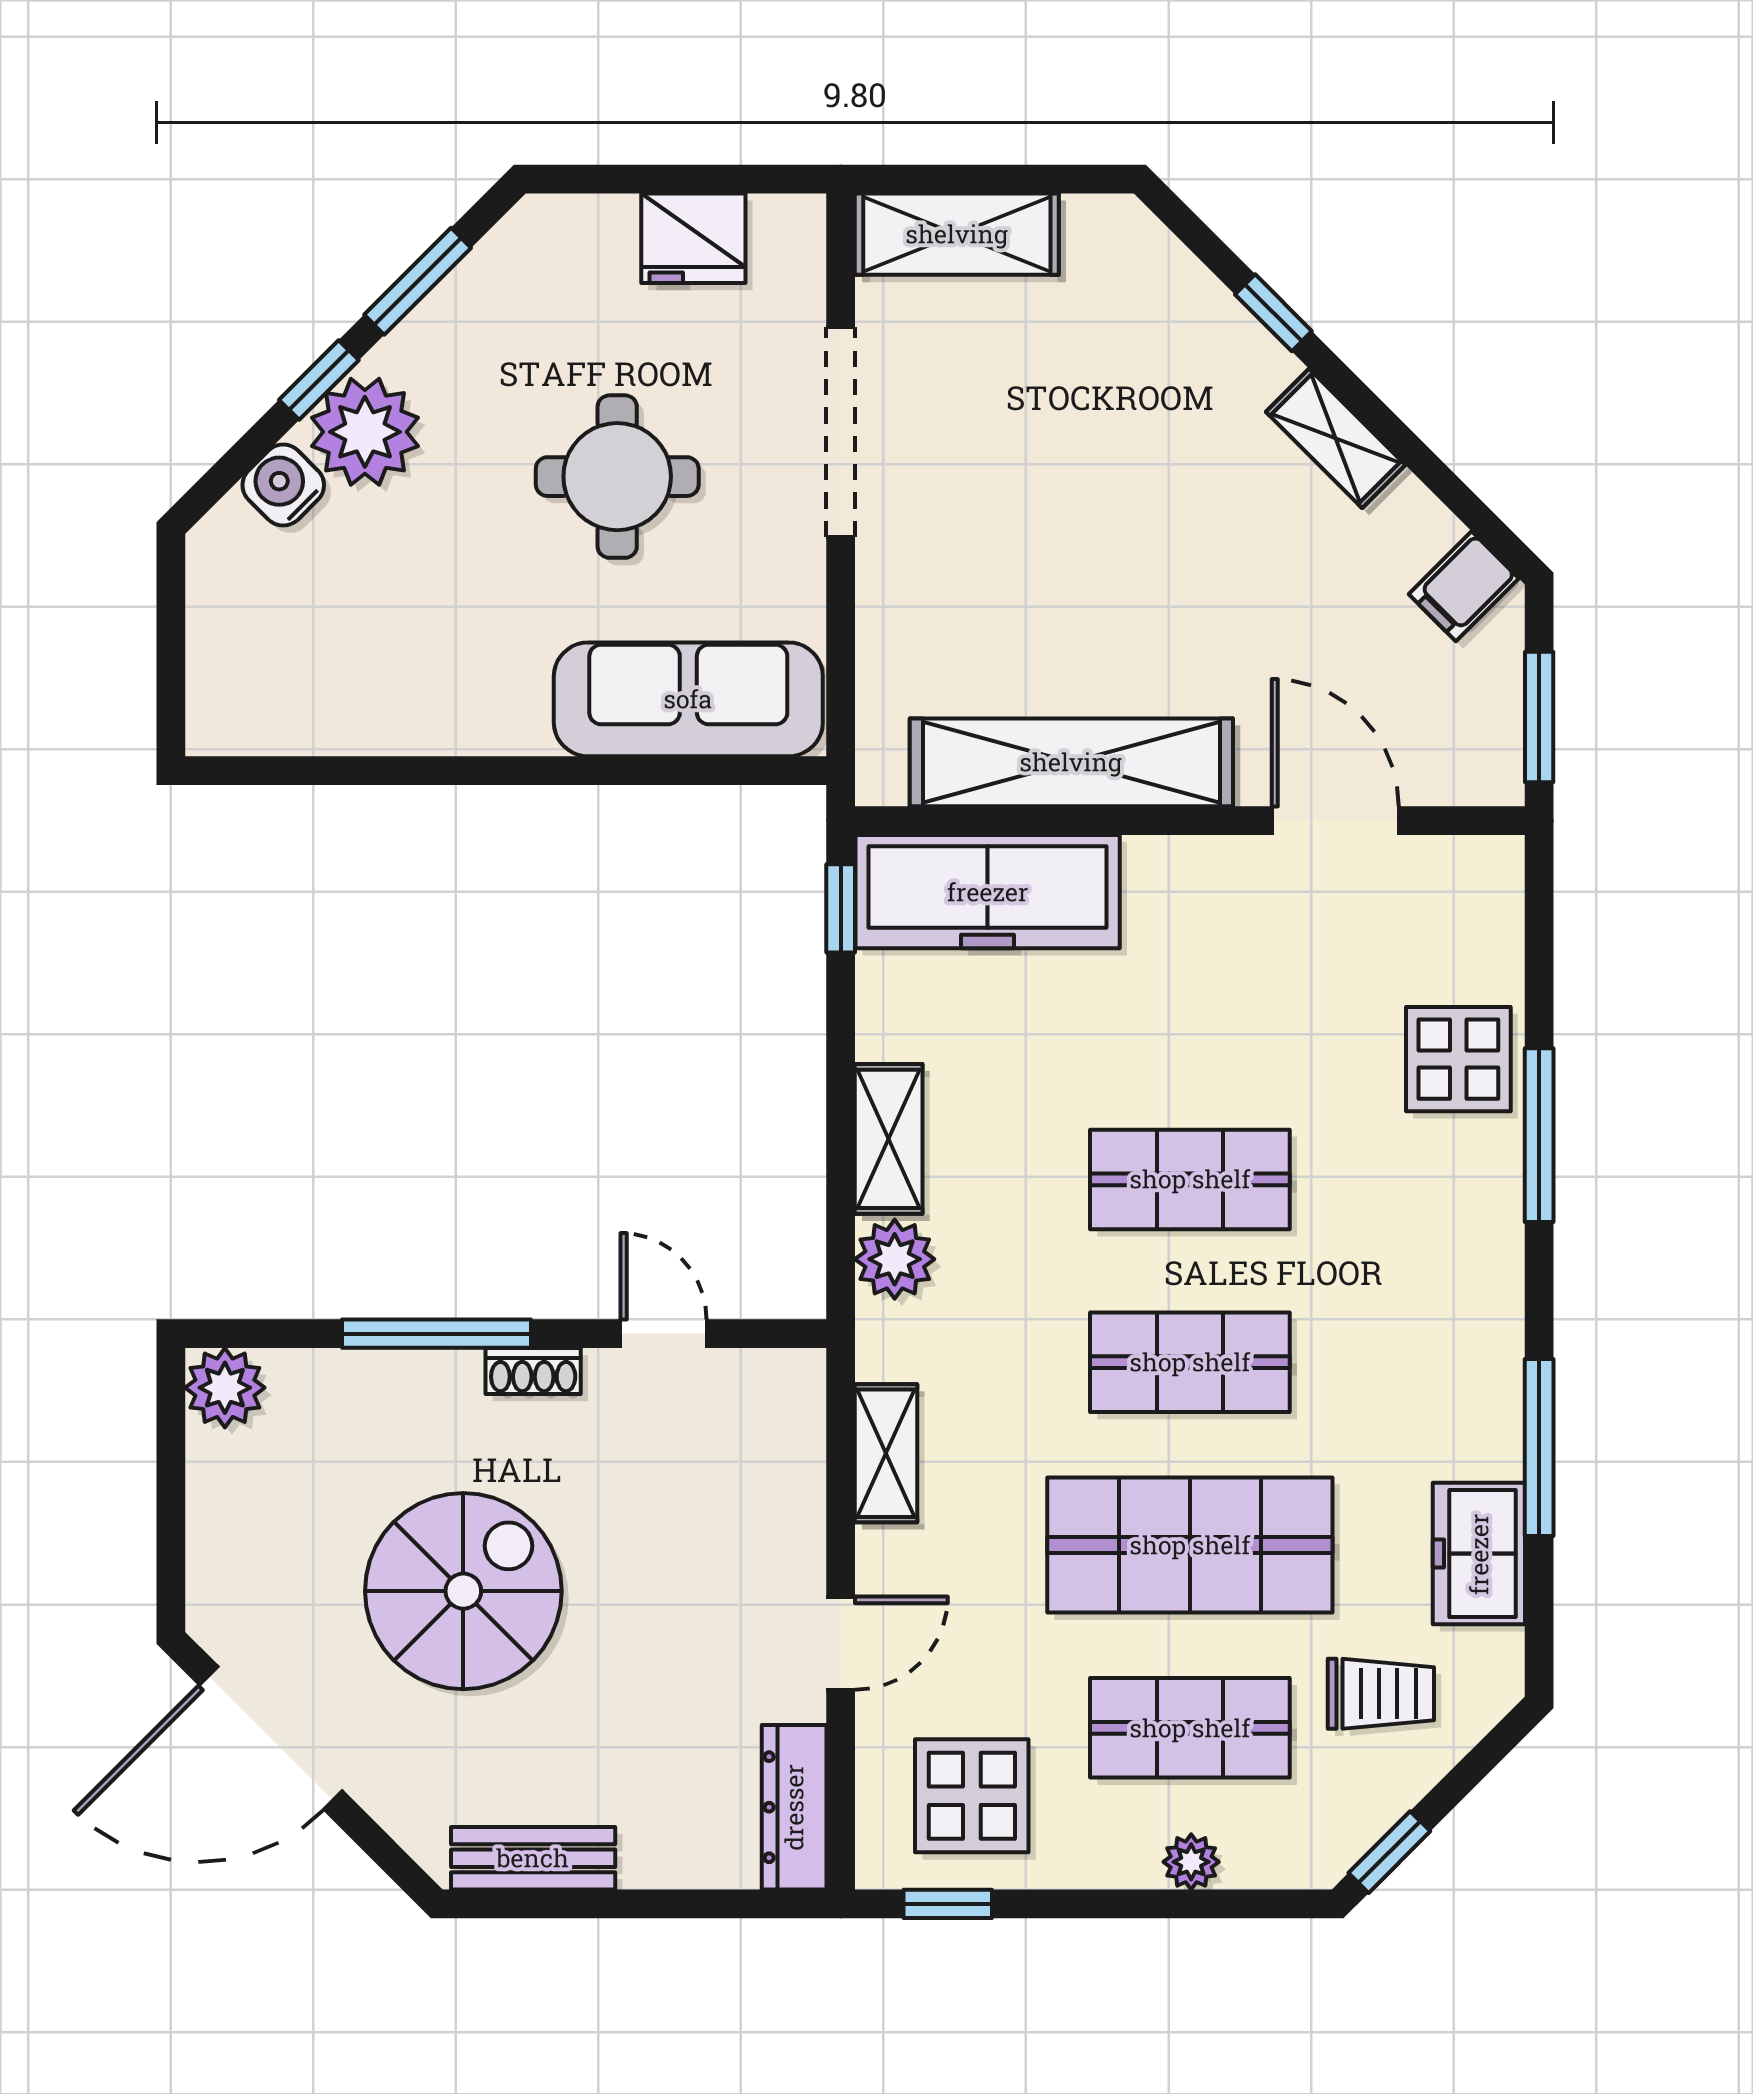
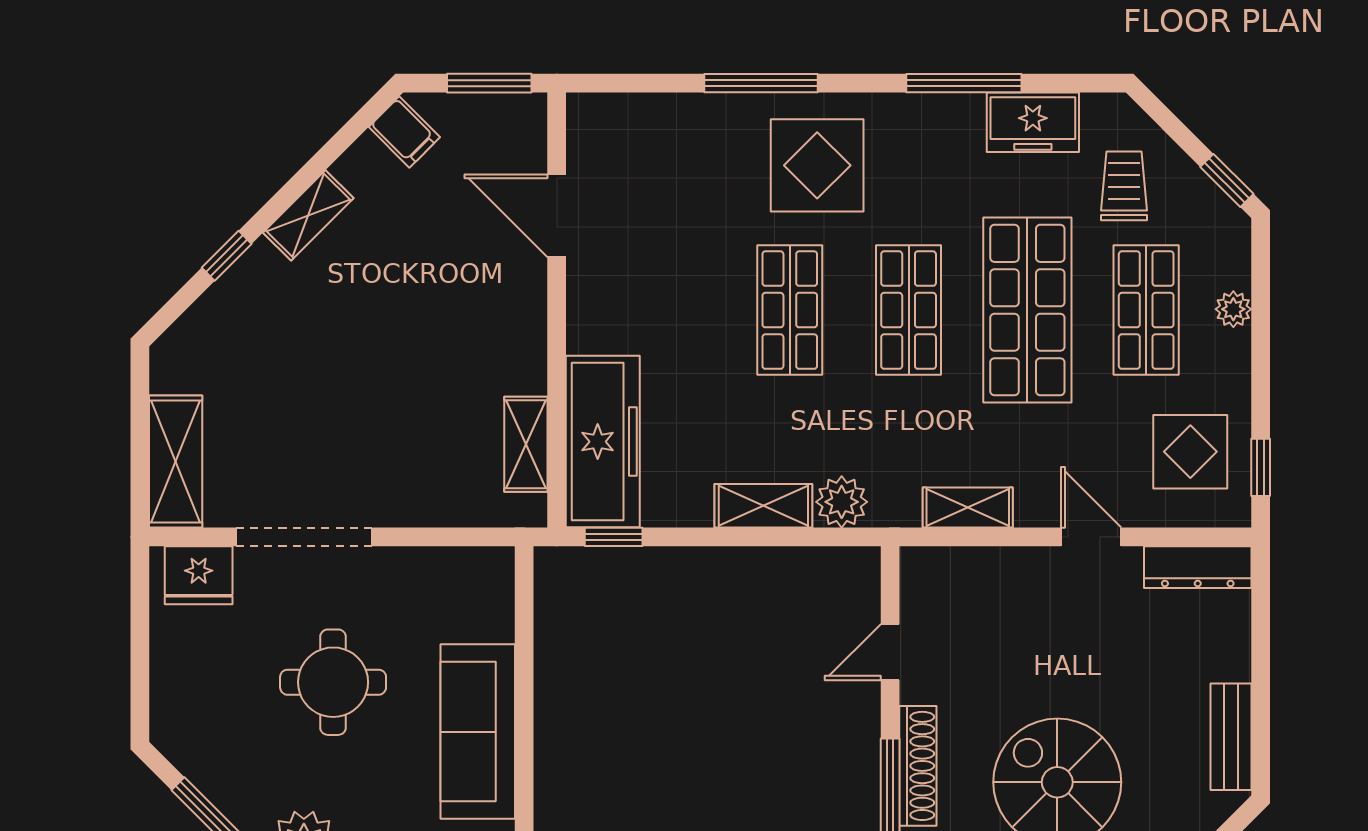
fridge: (693, 238) -> (199, 575), moved, turned 90
sofa: (688, 699) -> (478, 732), moved
shelving: (1071, 762) -> (526, 444), width x0.45, depth x0.75
door: (1335, 821) -> (557, 216), hinge flipped
display table: (1458, 1059) -> (817, 165), moved, width x1.36, depth x1.36
shoe rack: (533, 1371) -> (918, 766), width x1.94, depth x1.24

